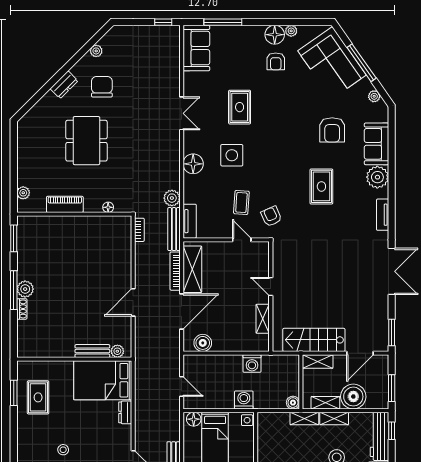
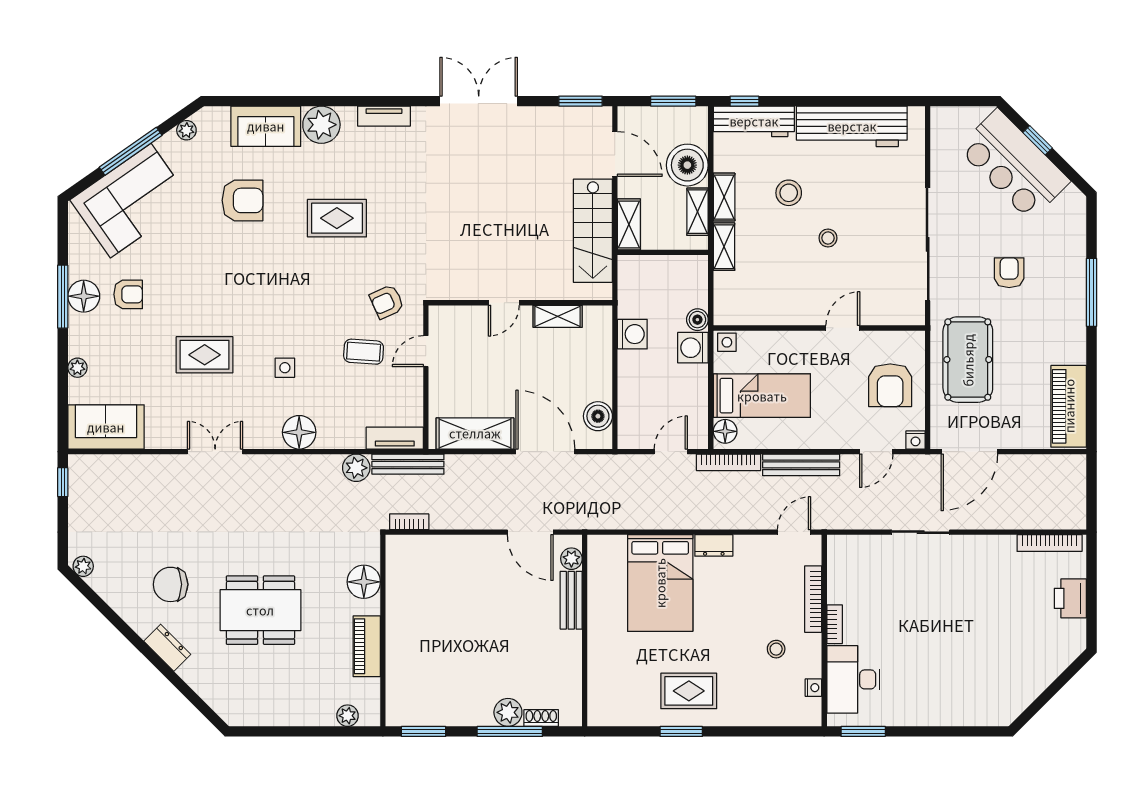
window: (223, 22) -> (63, 297), moved
plant: (291, 31) -> (77, 368), moved
plant: (96, 51) -> (83, 566), moved
side table: (232, 155) -> (285, 368), width x0.54, depth x0.54
floor lamp: (108, 207) -> (364, 582), width x1.89, depth x1.89
bookcase: (175, 271) -> (728, 462), moved
bench: (92, 351) -> (571, 600), moved
plant: (117, 351) -> (571, 559), moved
wall: (74, 359) -> (585, 631), moved
boiler: (293, 403) -> (697, 320), moved

